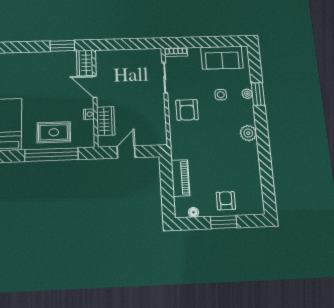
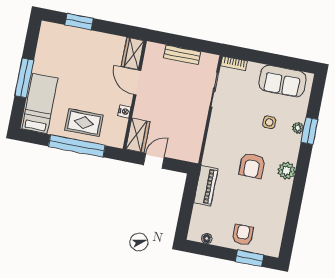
window: (62, 46) -> (79, 22), moved
bench: (129, 55) -> (182, 55), added
armchair: (187, 110) -> (252, 166), moved
wardrobe: (106, 121) -> (138, 135), moved
piano: (180, 178) -> (206, 186), moved
window: (224, 222) -> (249, 258), moved

